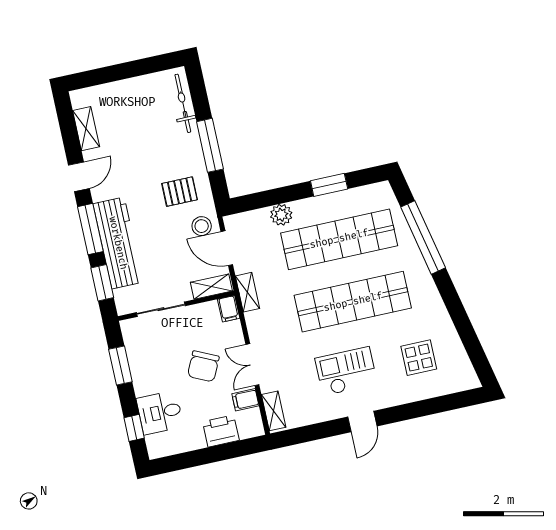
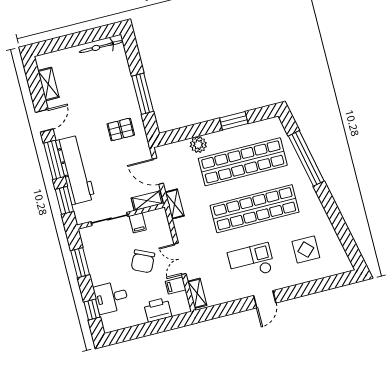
bicycle: (183, 103) -> (101, 47), moved, turned -90
stool: (202, 226) -> (138, 155), removed
filing cabinet: (229, 309) -> (138, 223), moved

